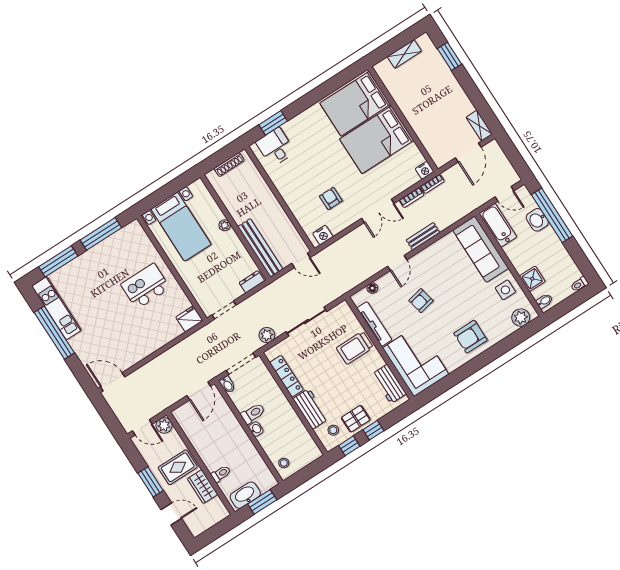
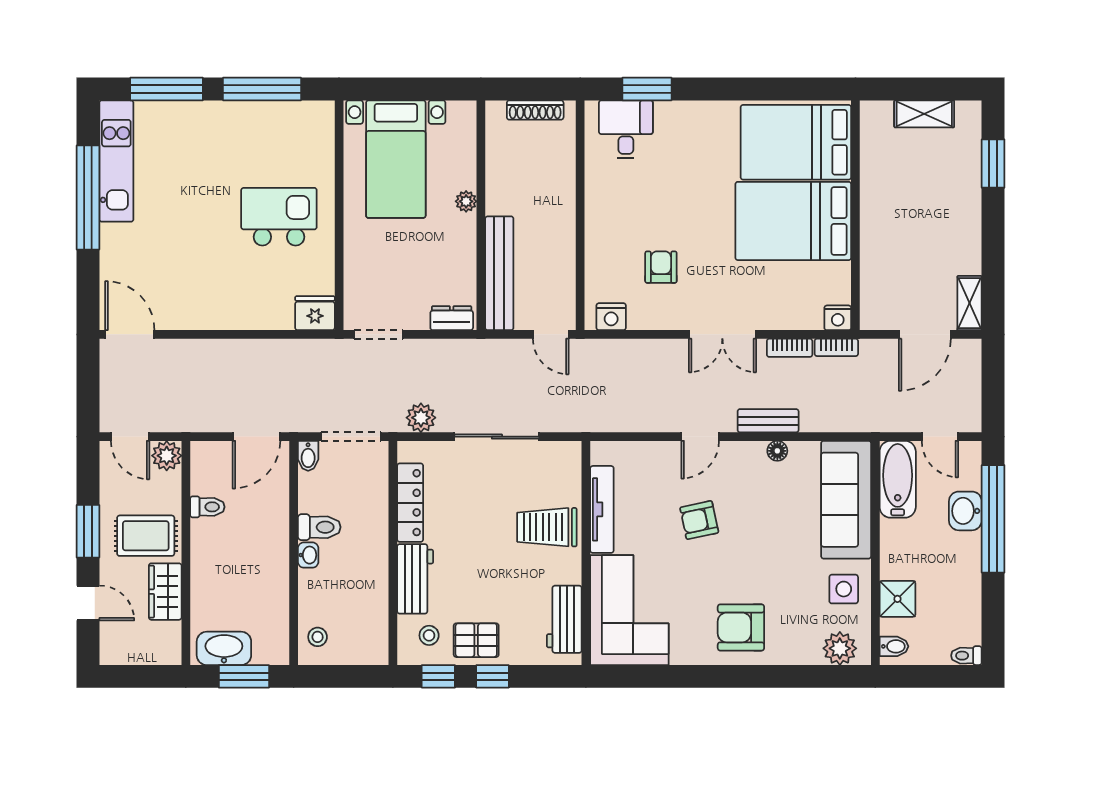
floor lamp: (372, 288) -> (777, 451), moved
toilet: (221, 474) -> (207, 507), moved

